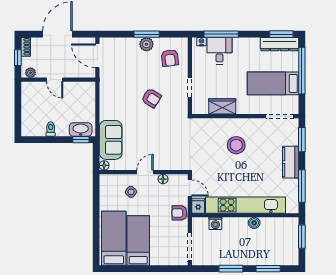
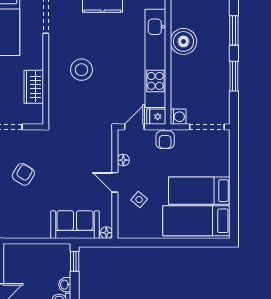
washbasin: (81, 129) -> (65, 285), moved, width x0.52, depth x0.69
washing machine: (215, 223) -> (178, 117), moved
boiler: (254, 223) -> (183, 41), width x1.86, depth x1.86

